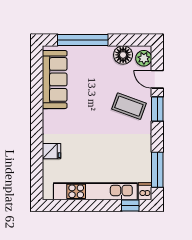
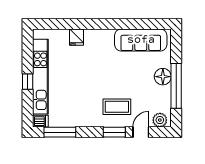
window: (83, 40) -> (176, 86), moved
floor lamp: (123, 55) -> (163, 77), moved
coffee table: (129, 106) -> (117, 107), turned 70
window: (130, 206) -> (28, 82), moved

